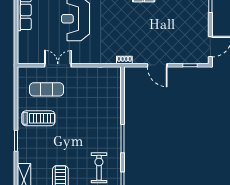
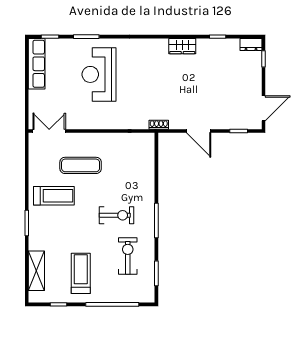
double door: (58, 65) -> (49, 131), moved
exercise mat: (47, 89) -> (81, 165), moved
exercise bike: (90, 134) -> (116, 215), added

